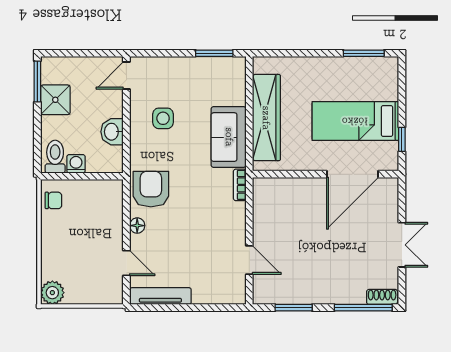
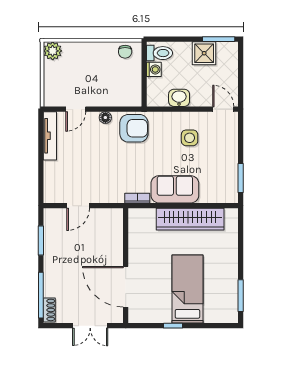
wall: (326, 174) -> (126, 266), moved
door: (352, 174) -> (126, 287), moved

